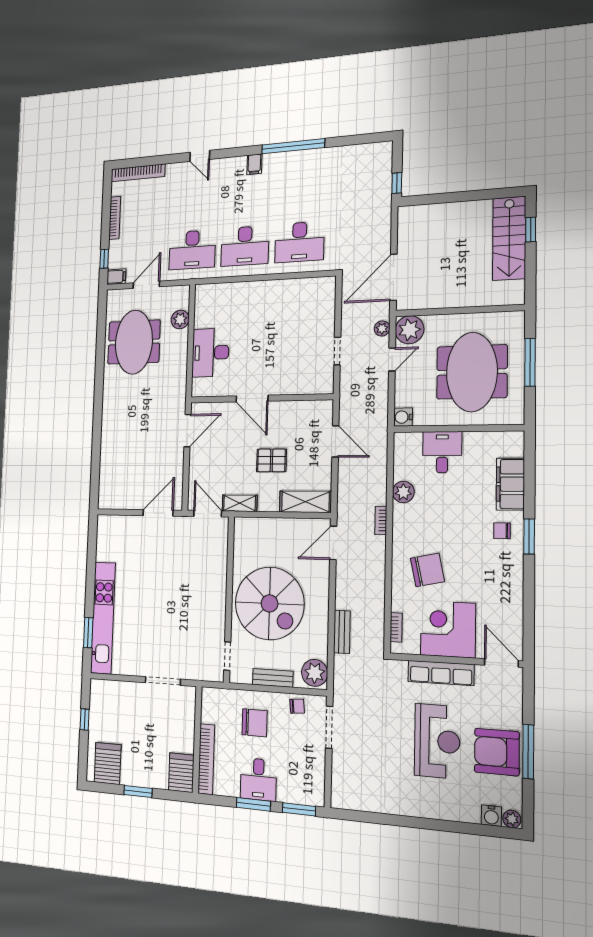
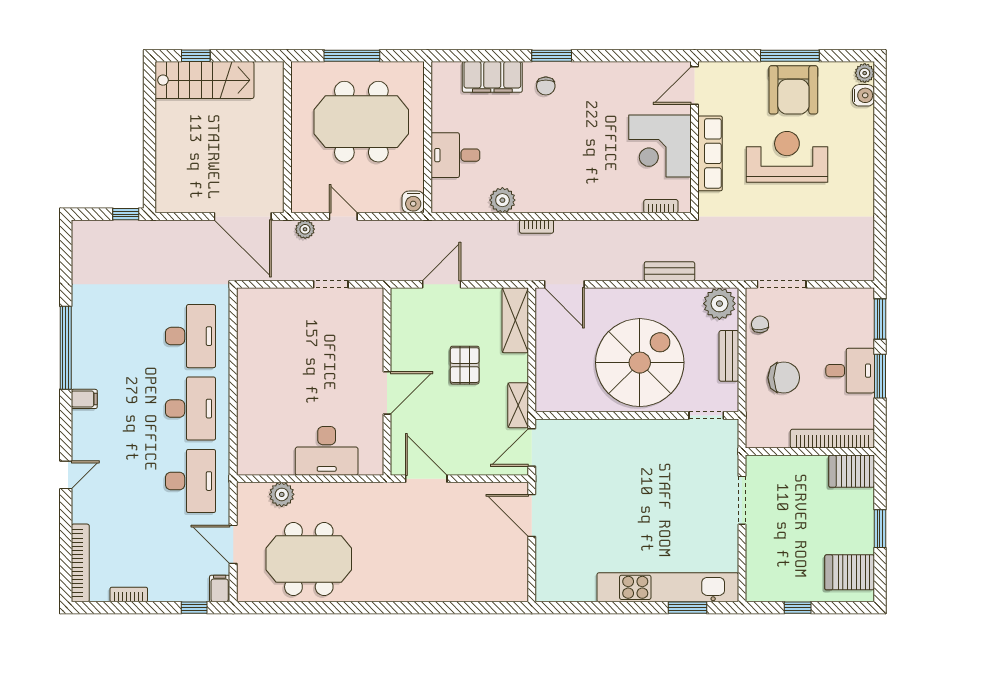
bookcase: (115, 218) -> (129, 595), width x0.64
plant: (409, 330) -> (308, 196), removed
chair: (427, 570) -> (593, 170), removed
chair: (255, 723) -> (784, 378), turned 90

